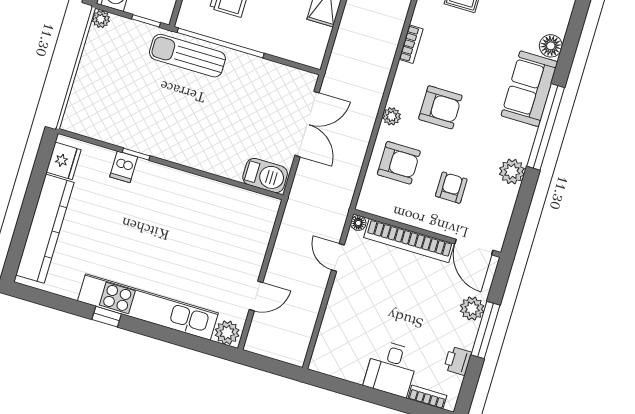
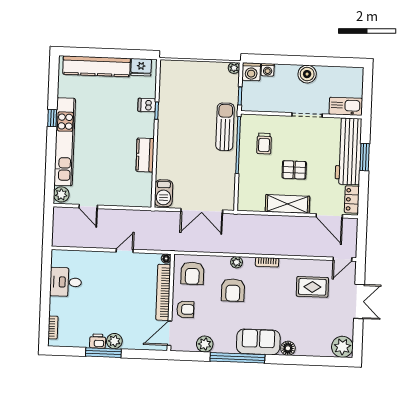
plant: (392, 116) -> (237, 262), moved
kitchen counter: (199, 189) -> (145, 155), added
floor lamp: (358, 223) -> (166, 258), moved
wall: (427, 233) -> (171, 302), moved
bookcase: (409, 241) -> (163, 292), moved
door: (474, 247) -> (169, 333), moved
printer: (458, 361) -> (98, 341), moved
desk: (391, 368) -> (66, 282), moved

